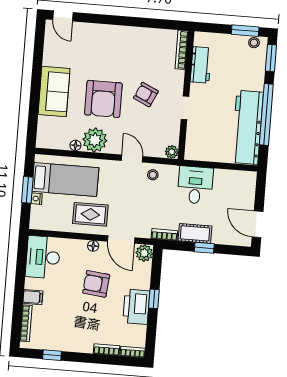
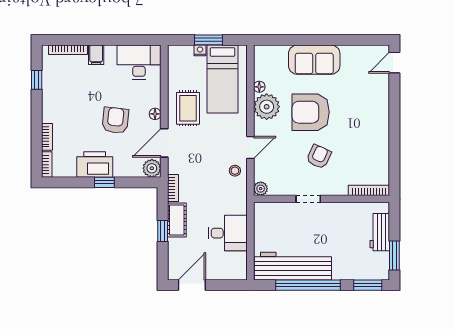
stool: (254, 43) -> (383, 266), removed
workbench: (201, 65) -> (380, 232), moved, turned 90
desk: (195, 185) -> (228, 233), moved

